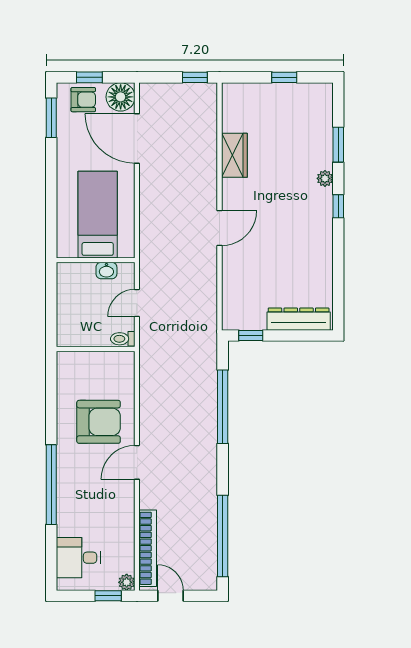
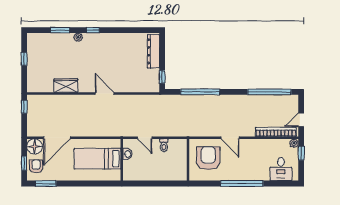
wall: (96, 349) -> (188, 160), moved

